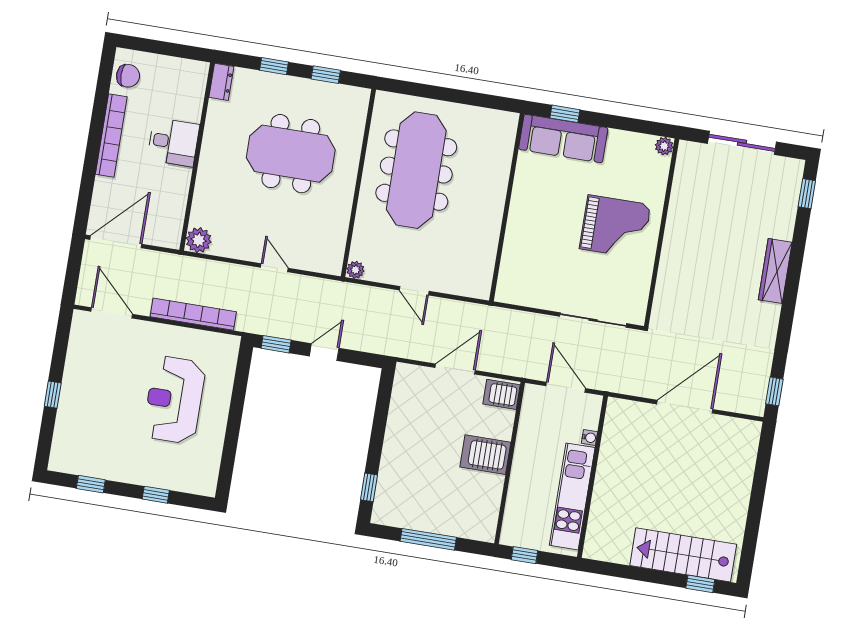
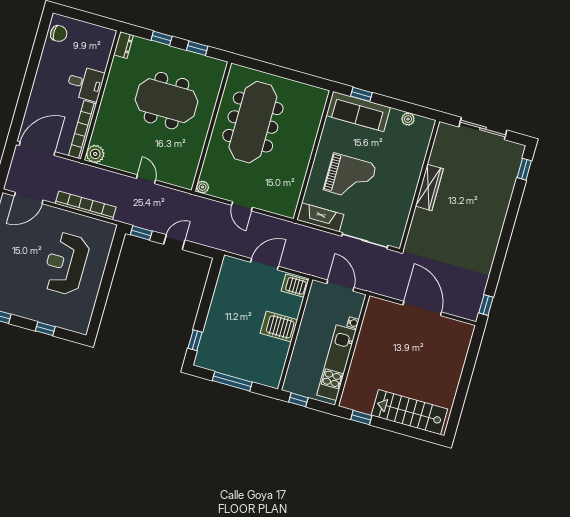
bookcase: (111, 136) -> (83, 130), moved, turned 180
plant: (664, 146) -> (408, 119), moved
grand piano: (615, 227) -> (350, 177), moved
wardrobe: (775, 271) -> (429, 187), moved, turned 180
fireplace: (526, 294) -> (320, 217), added
door: (112, 313) -> (29, 198), swing flipped
door: (685, 407) -> (422, 309), hinge flipped
window: (700, 584) -> (361, 418), moved

